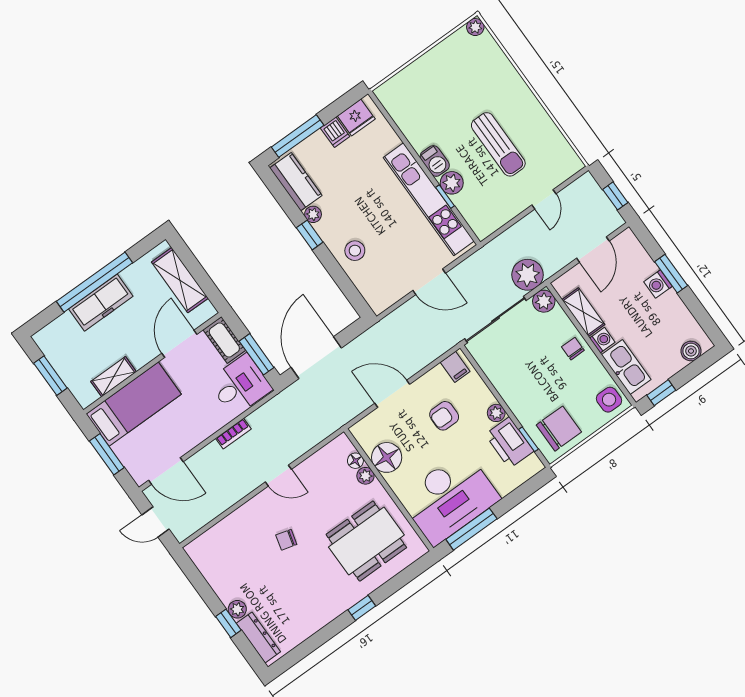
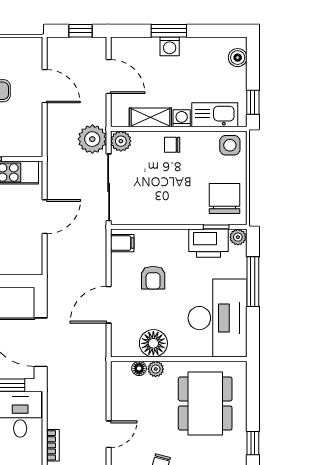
door: (544, 199) -> (45, 86), width x1.38
plant: (496, 413) -> (238, 237), moved
window: (471, 529) -> (253, 282), moved

